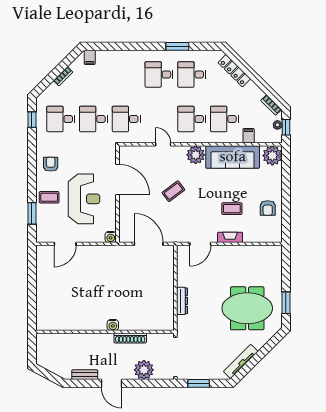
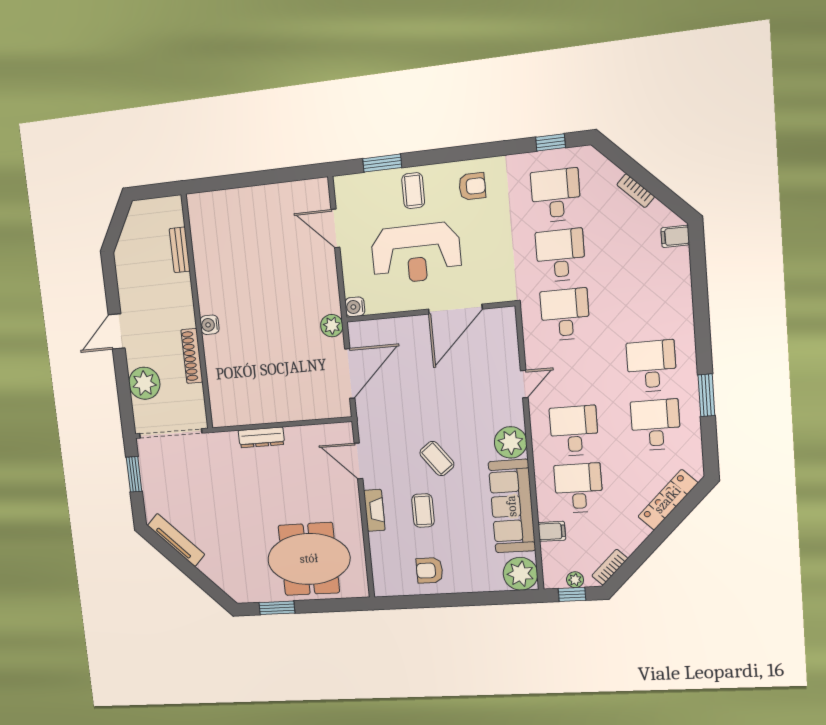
coffee table: (173, 191) -> (437, 459), moved
plant: (120, 252) -> (332, 326), added
meeting table: (247, 308) -> (309, 559), moved, turned 90
bench: (85, 375) -> (180, 250), moved

